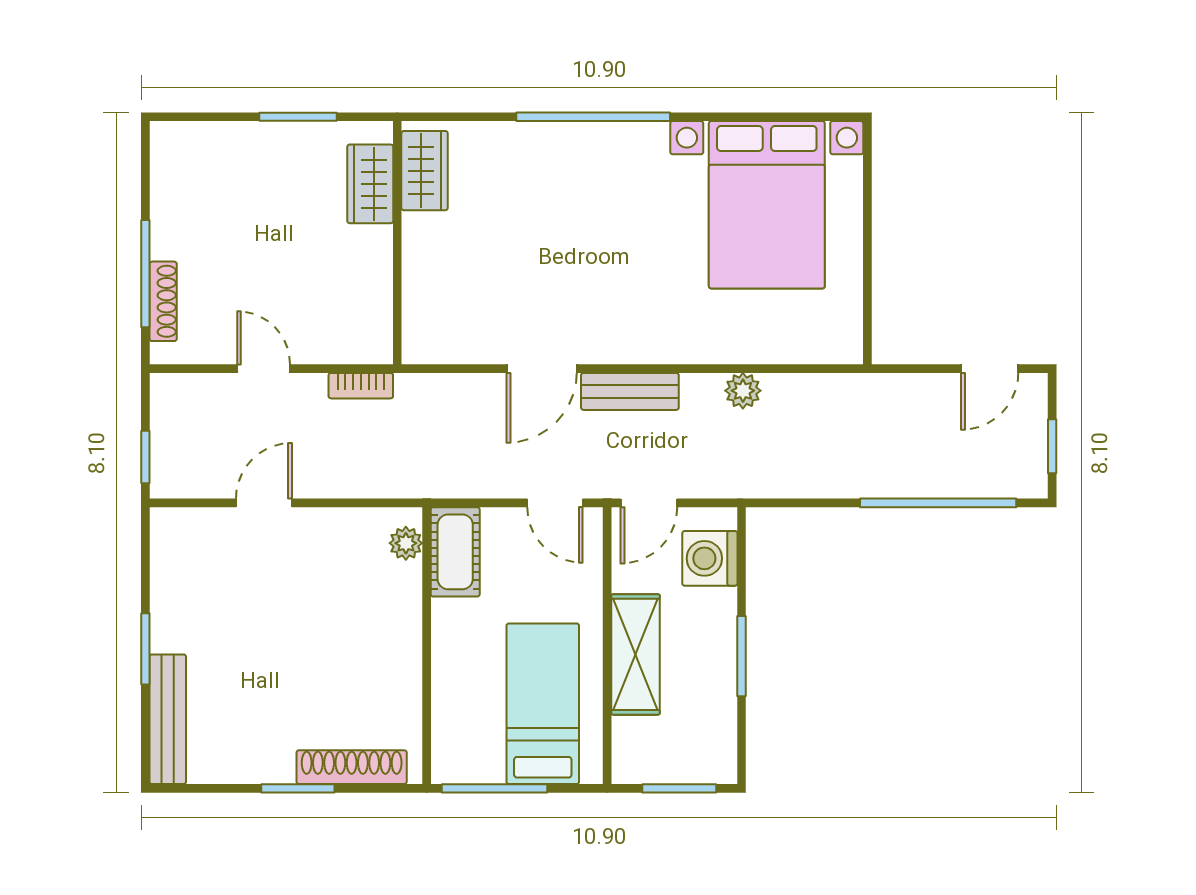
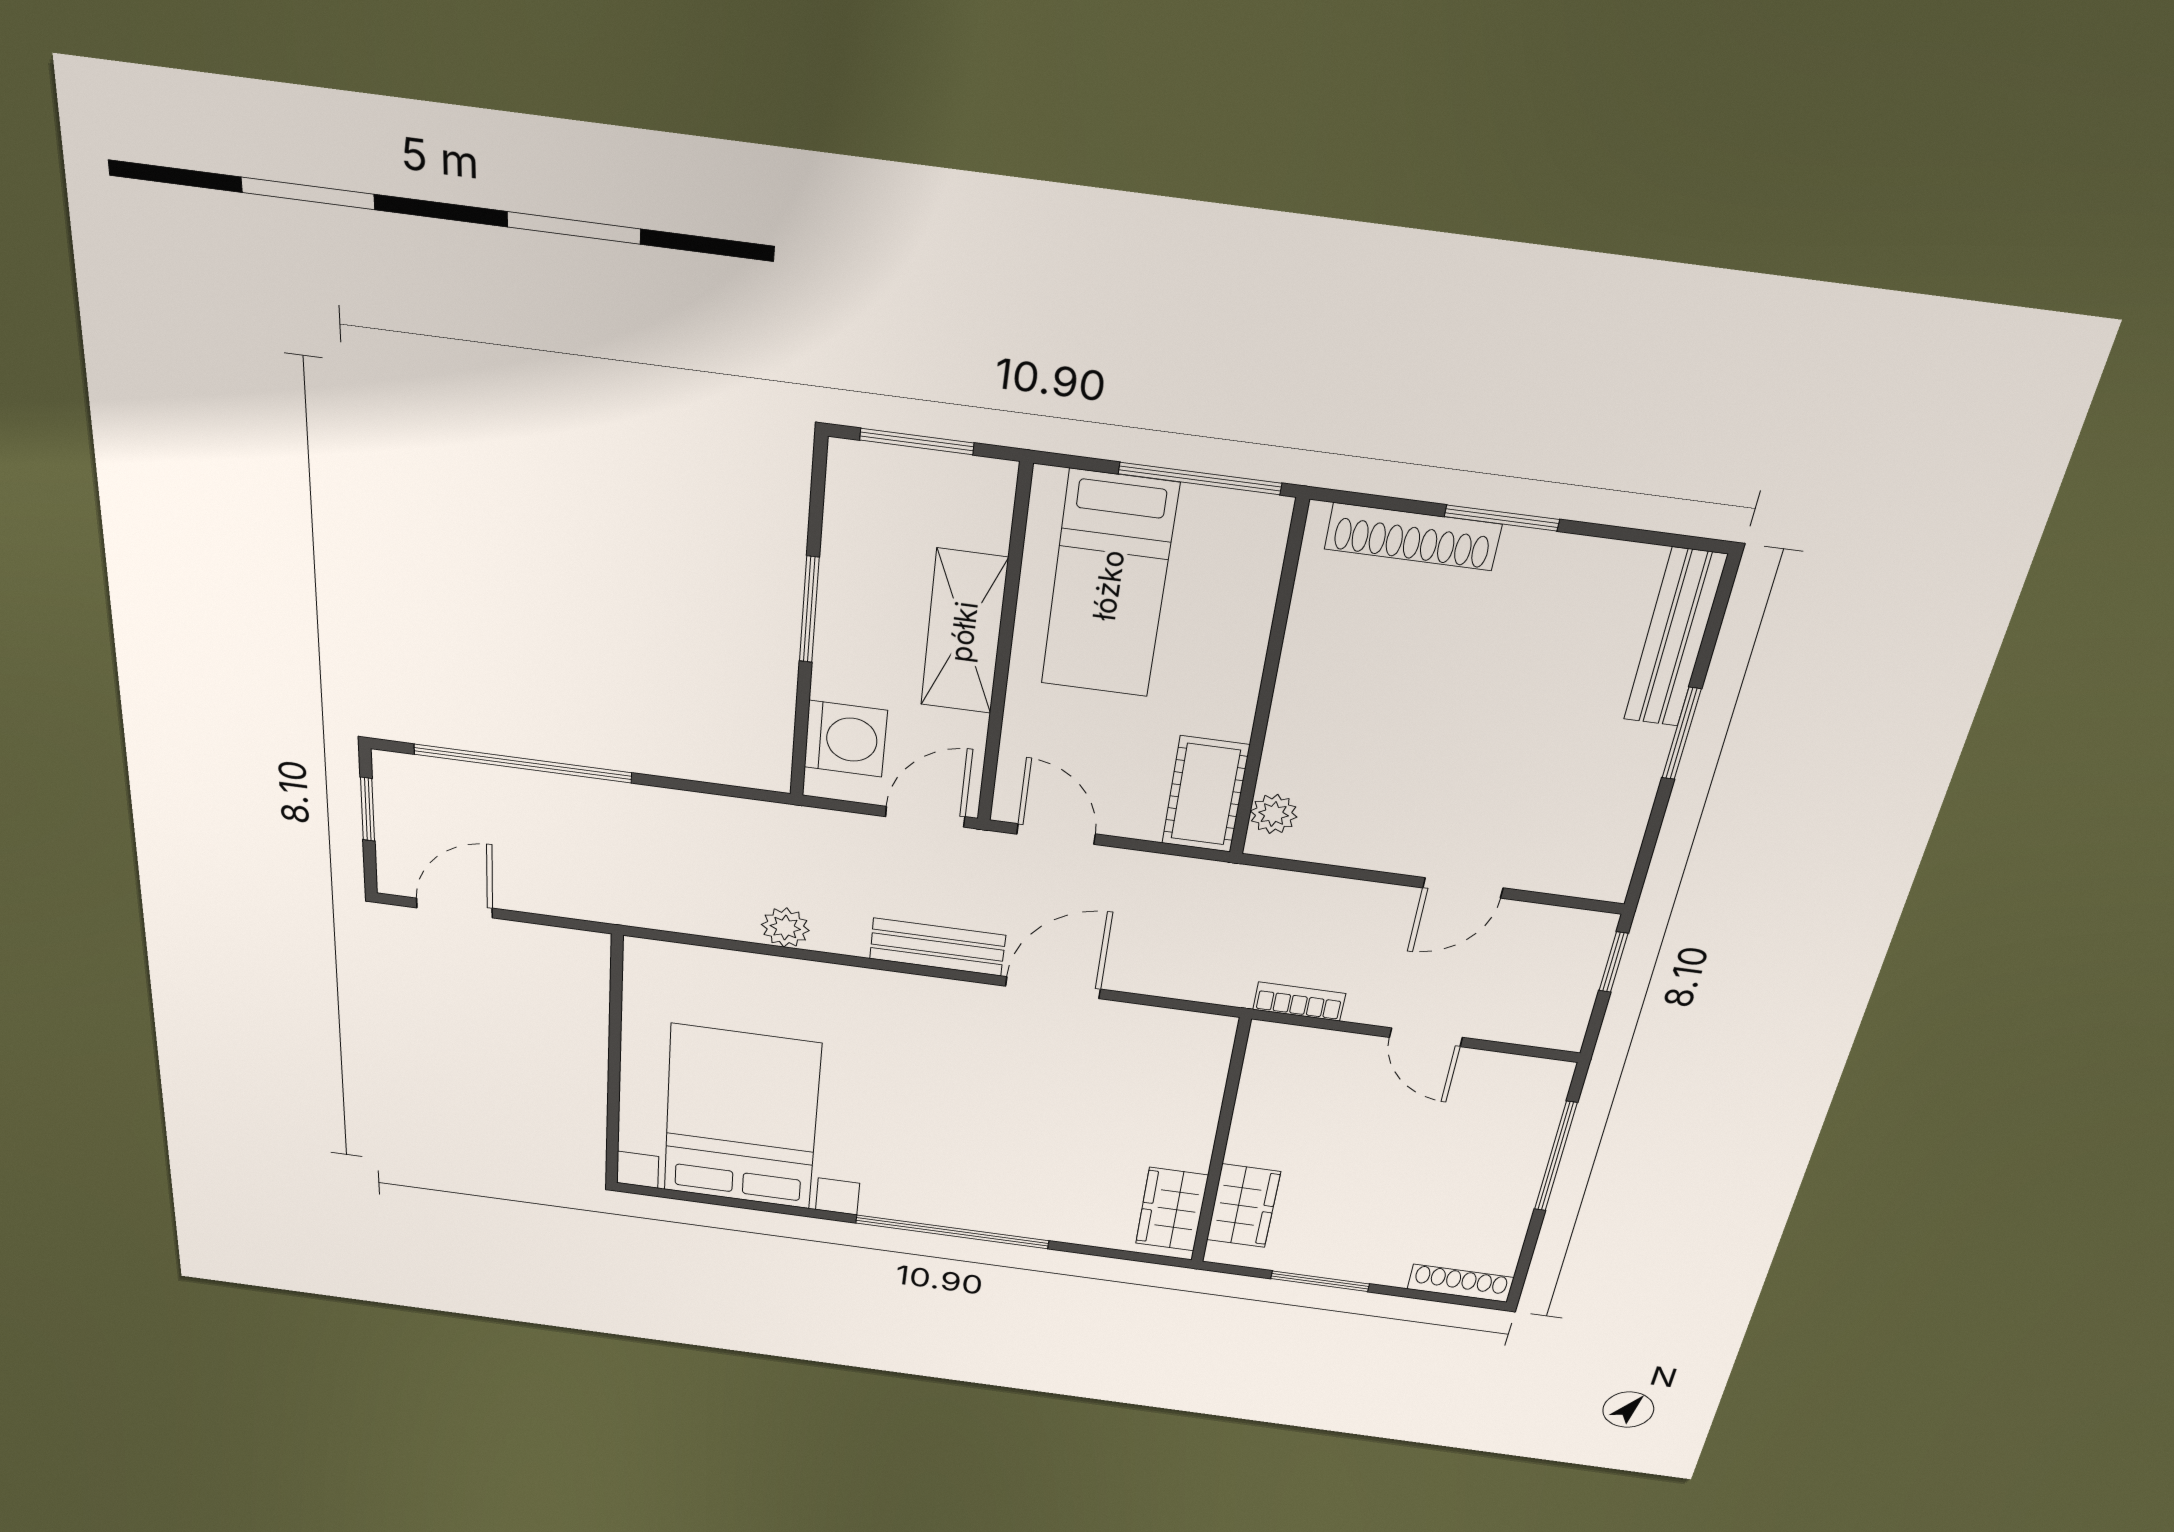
shoe rack: (163, 301) -> (1460, 1283), moved, turned 90

